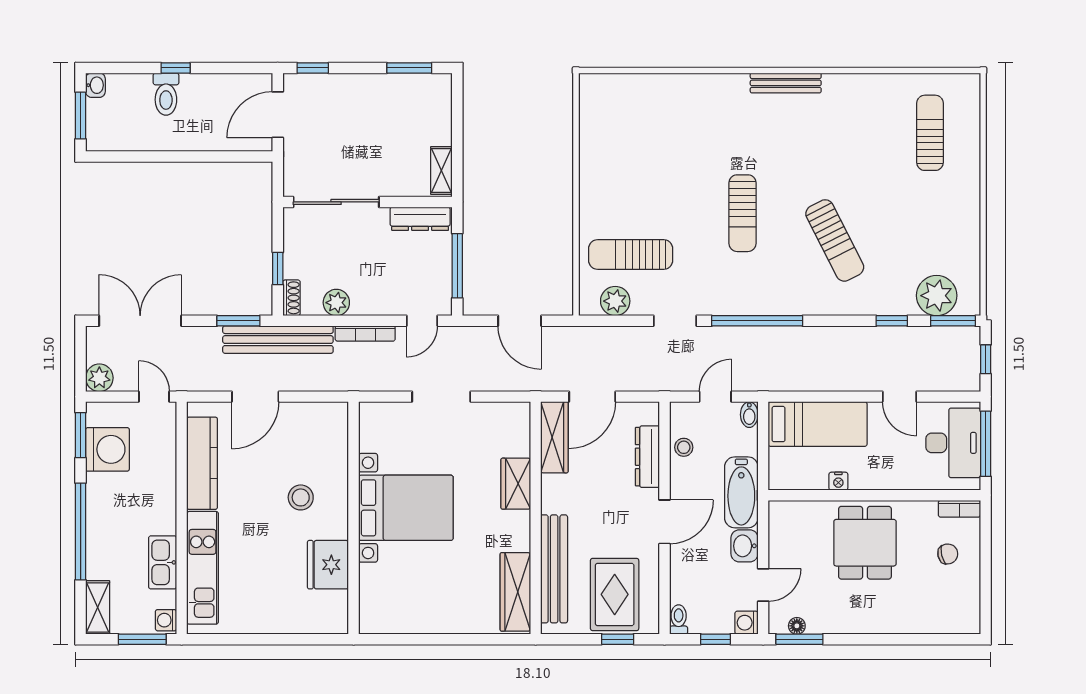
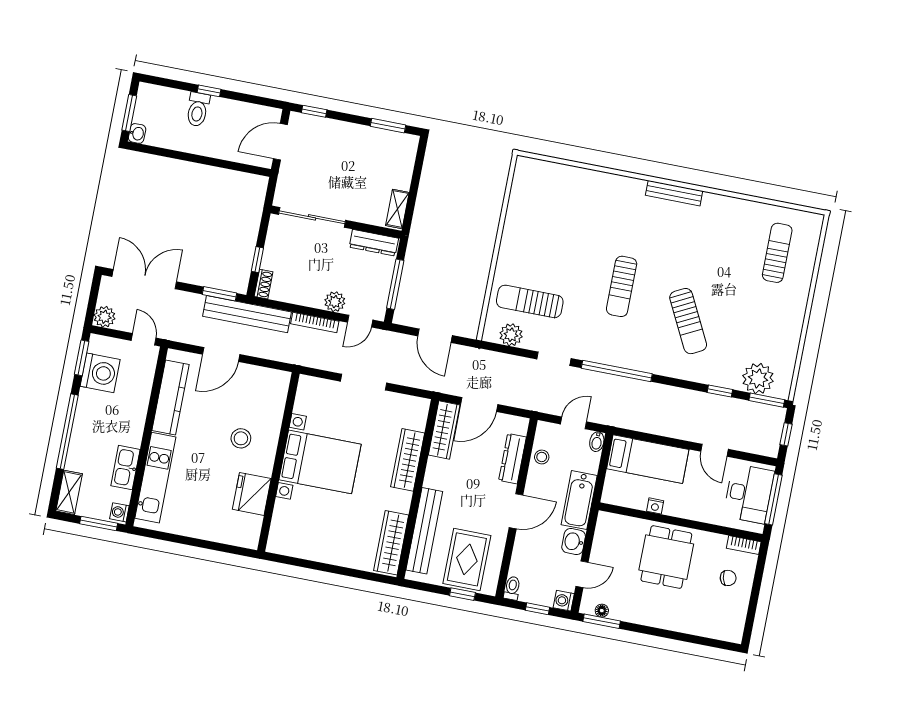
washbasin: (95, 85) -> (137, 133), moved
plant: (336, 303) -> (335, 302), moved
wardrobe: (516, 484) -> (408, 460), width x1.50

